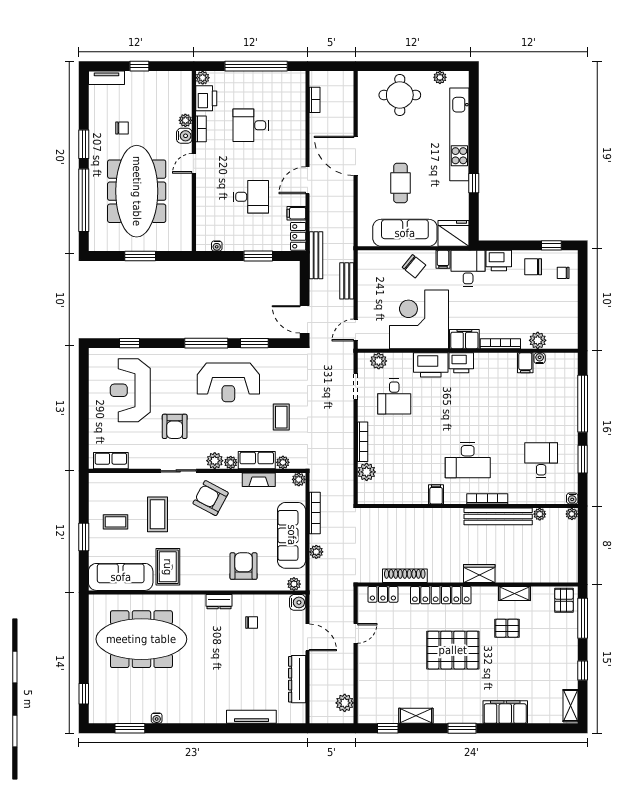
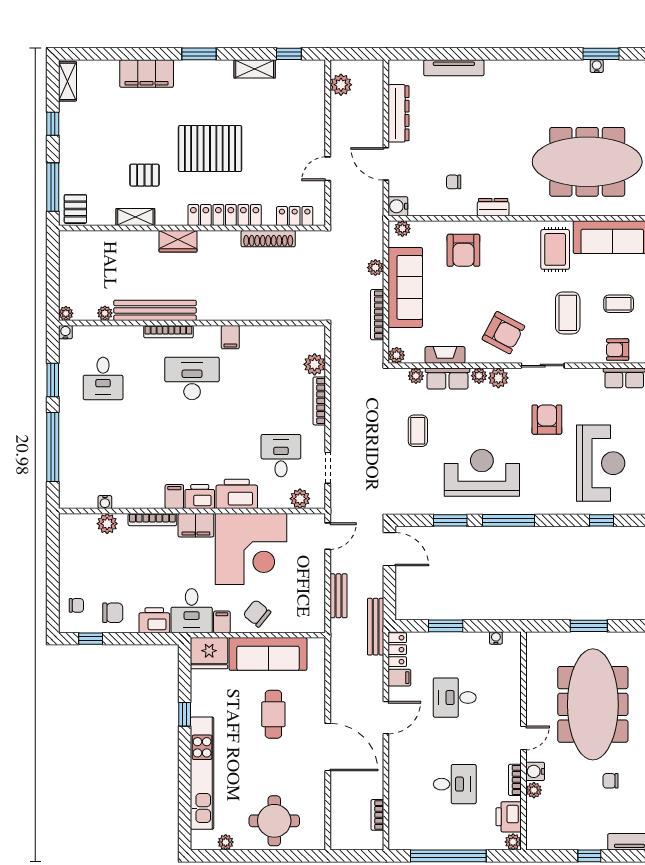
filing cabinet: (525, 363) -> (174, 497), moved
armchair: (116, 484) -> (618, 350), added
water cooler: (157, 718) -> (597, 66), moved

